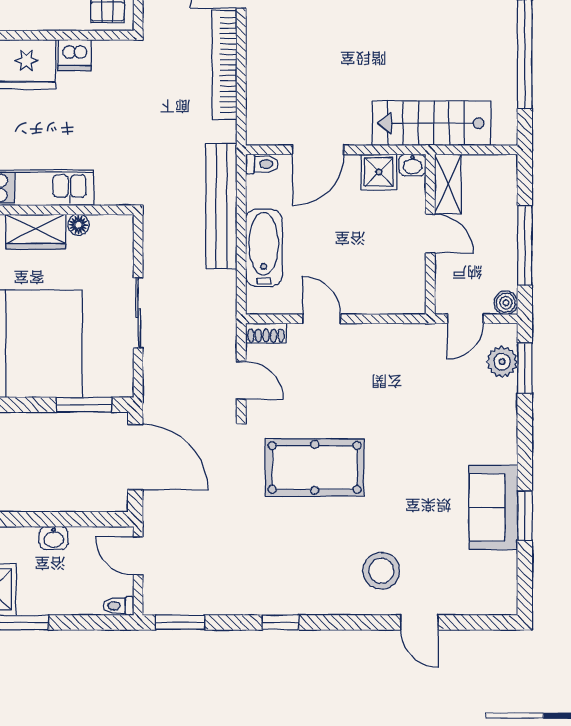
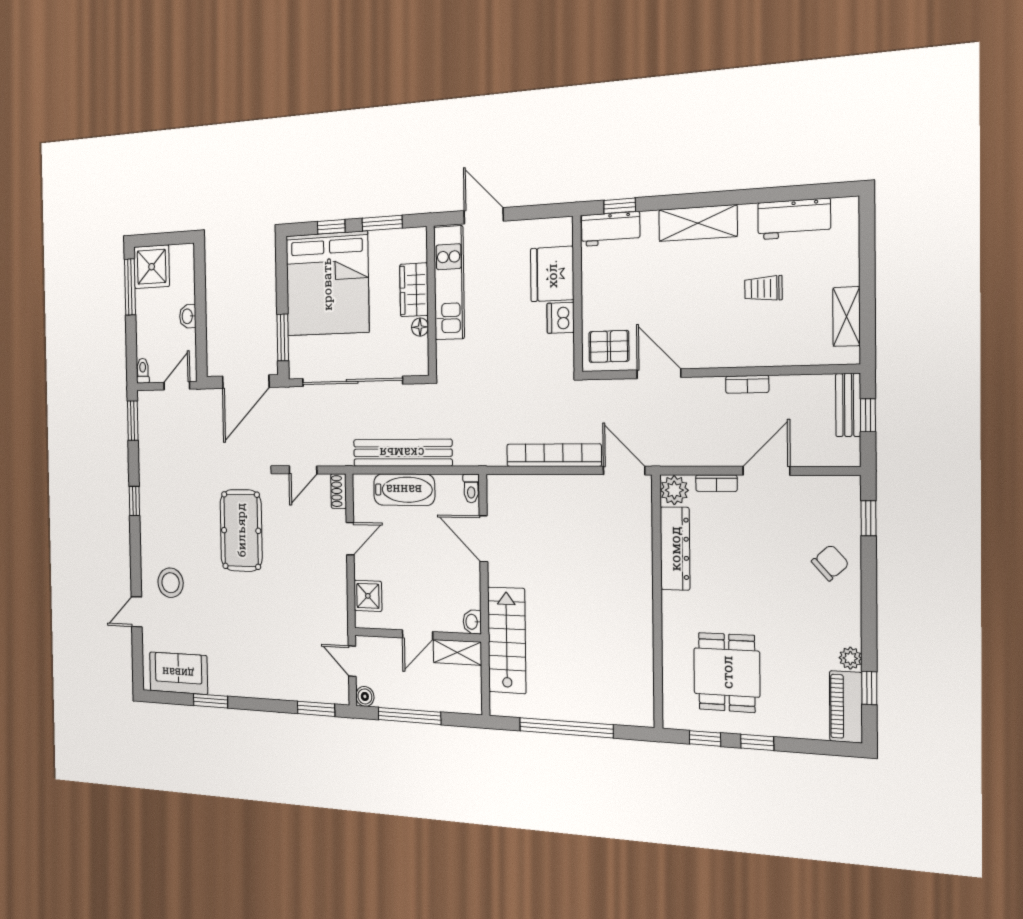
shower: (379, 172) -> (368, 596), moved
bench: (221, 206) -> (402, 453), moved
sliding door: (138, 313) -> (352, 381), width x1.86
plant: (502, 362) -> (320, 690), removed
sofa: (493, 508) -> (178, 673), moved

